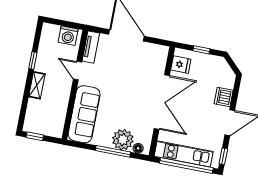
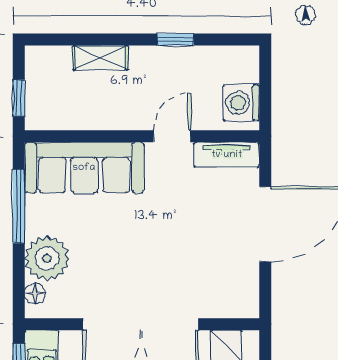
shelving: (37, 85) -> (101, 58), moved
window: (35, 136) -> (19, 98), moved
window: (113, 151) -> (19, 206), moved

